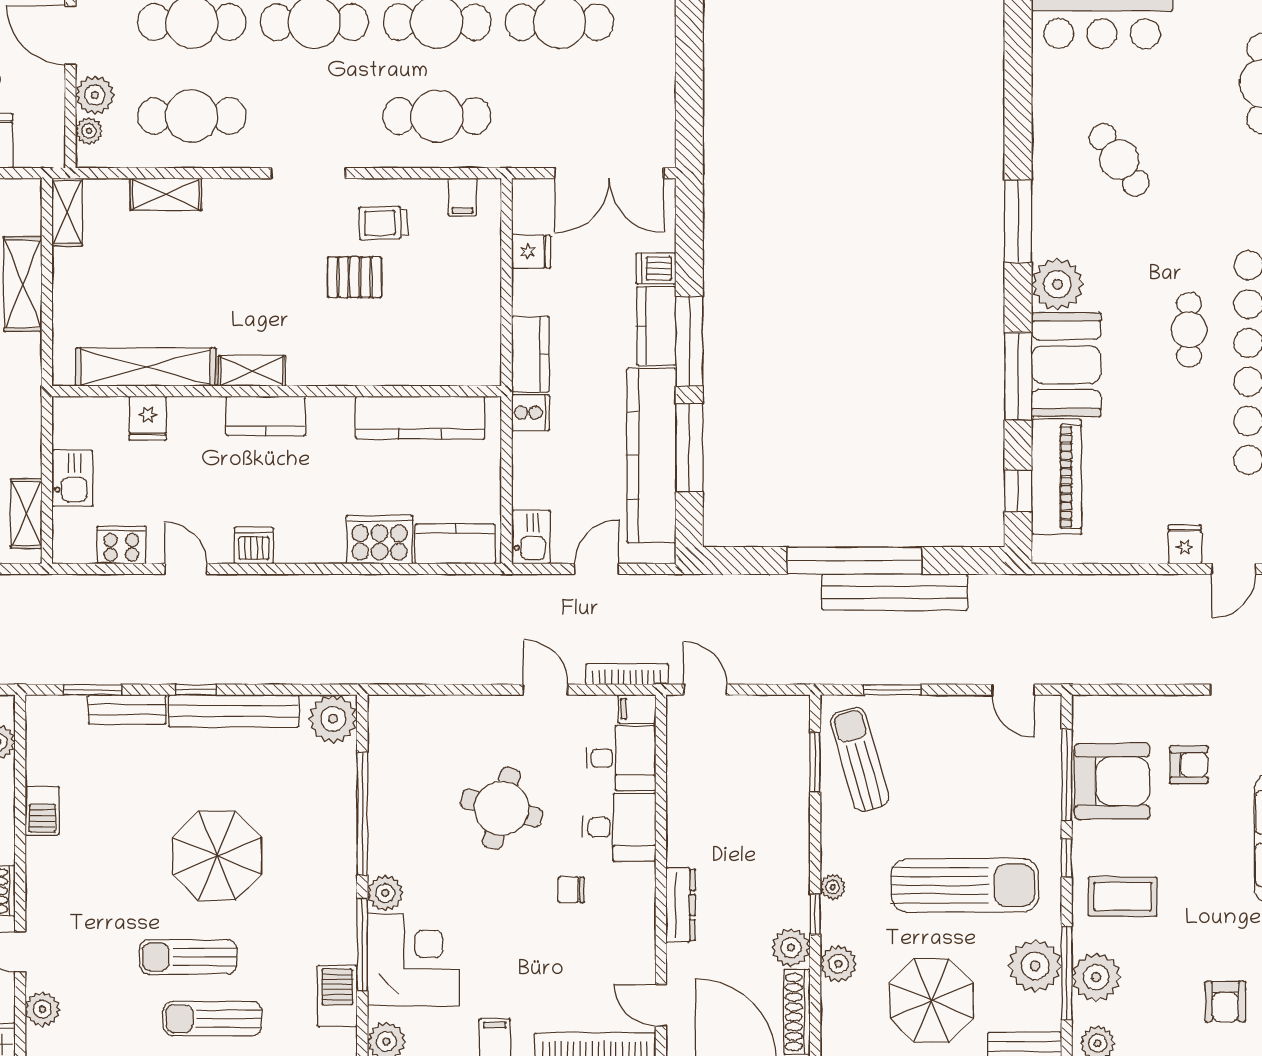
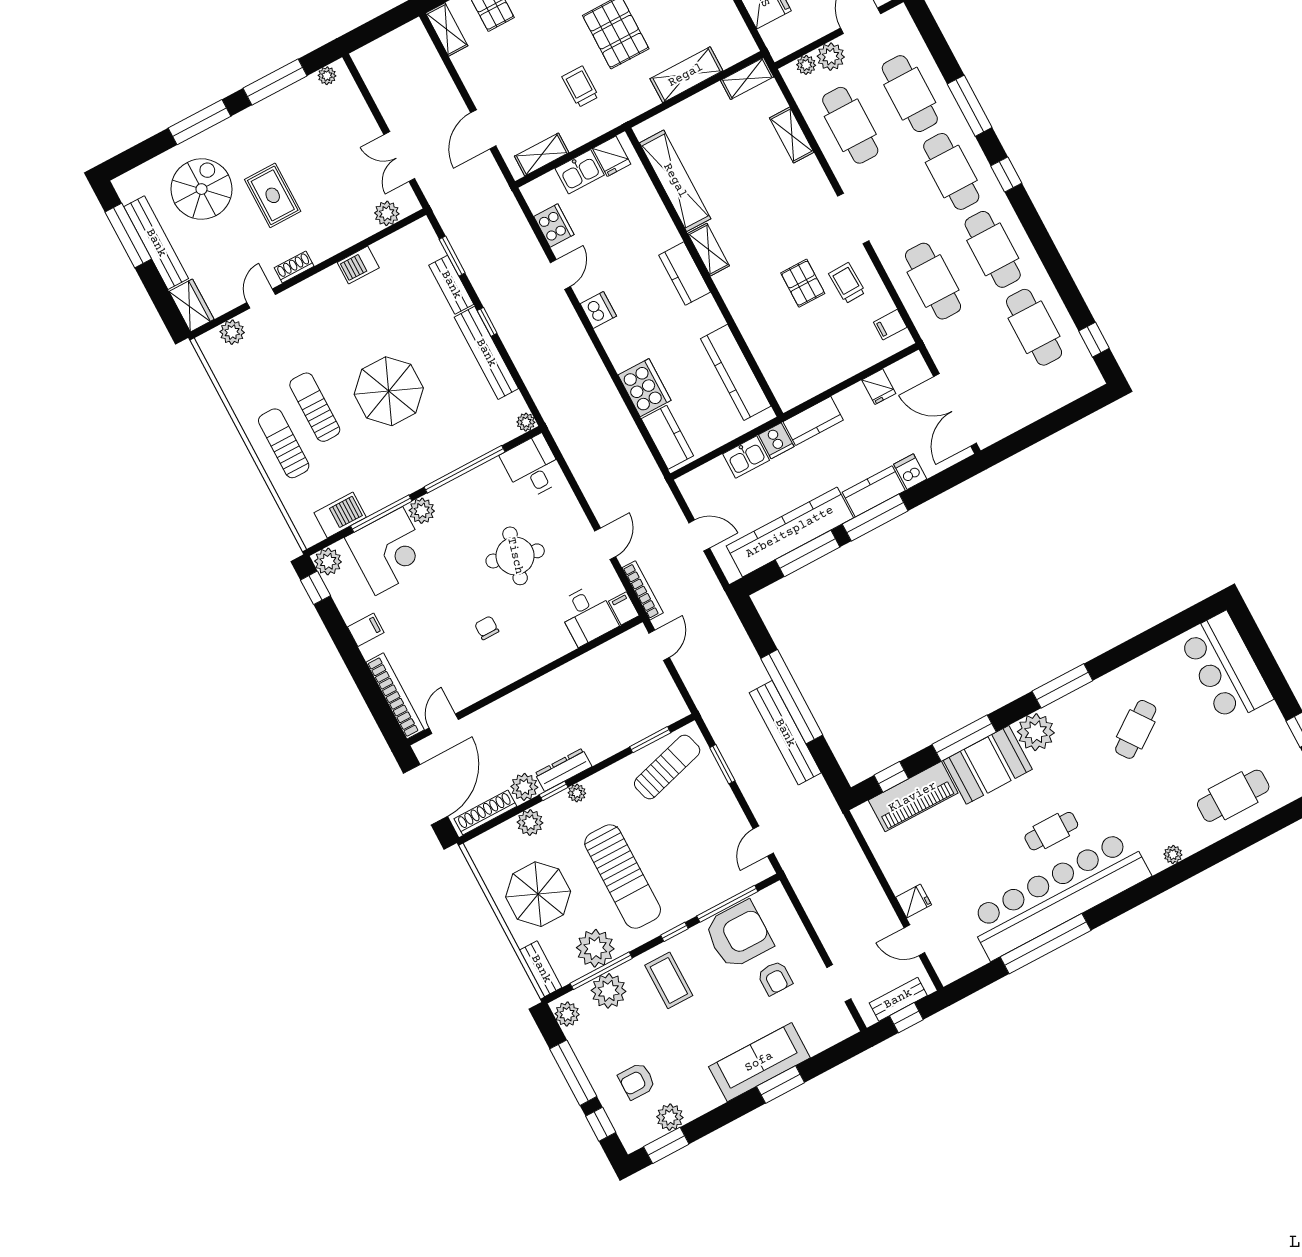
fridge: (148, 418) -> (612, 156), moved, turned -90
kitchen sink: (531, 537) -> (746, 457), moved
plant: (333, 719) -> (526, 422), width x0.53, depth x0.53
armchair: (1112, 781) -> (739, 935), turned -90
desk: (619, 827) -> (533, 467), moved, turned 180
dresser: (680, 905) -> (563, 770), moved, turned 180

